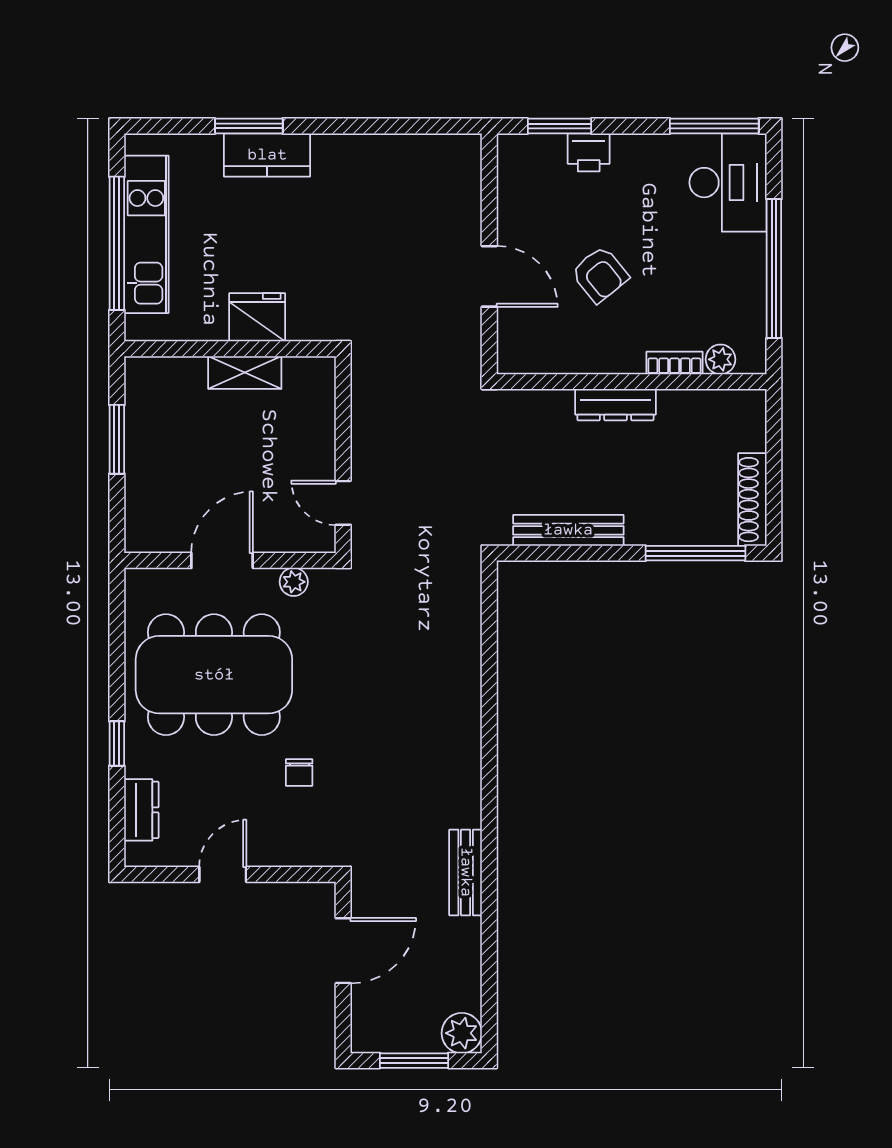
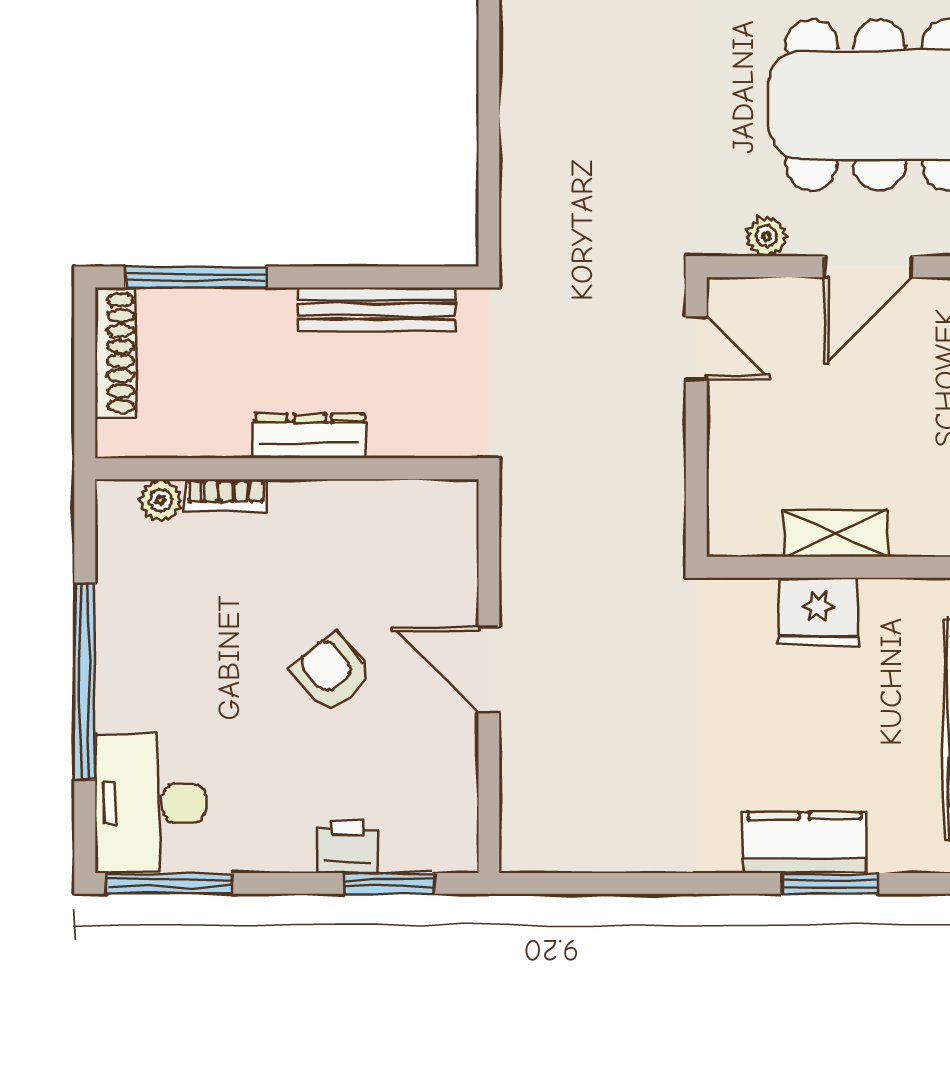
plant: (720, 359) -> (161, 500), moved
bookcase: (674, 363) -> (226, 495), moved
wall: (632, 382) -> (287, 469), moved
dresser: (616, 405) -> (310, 436), moved

